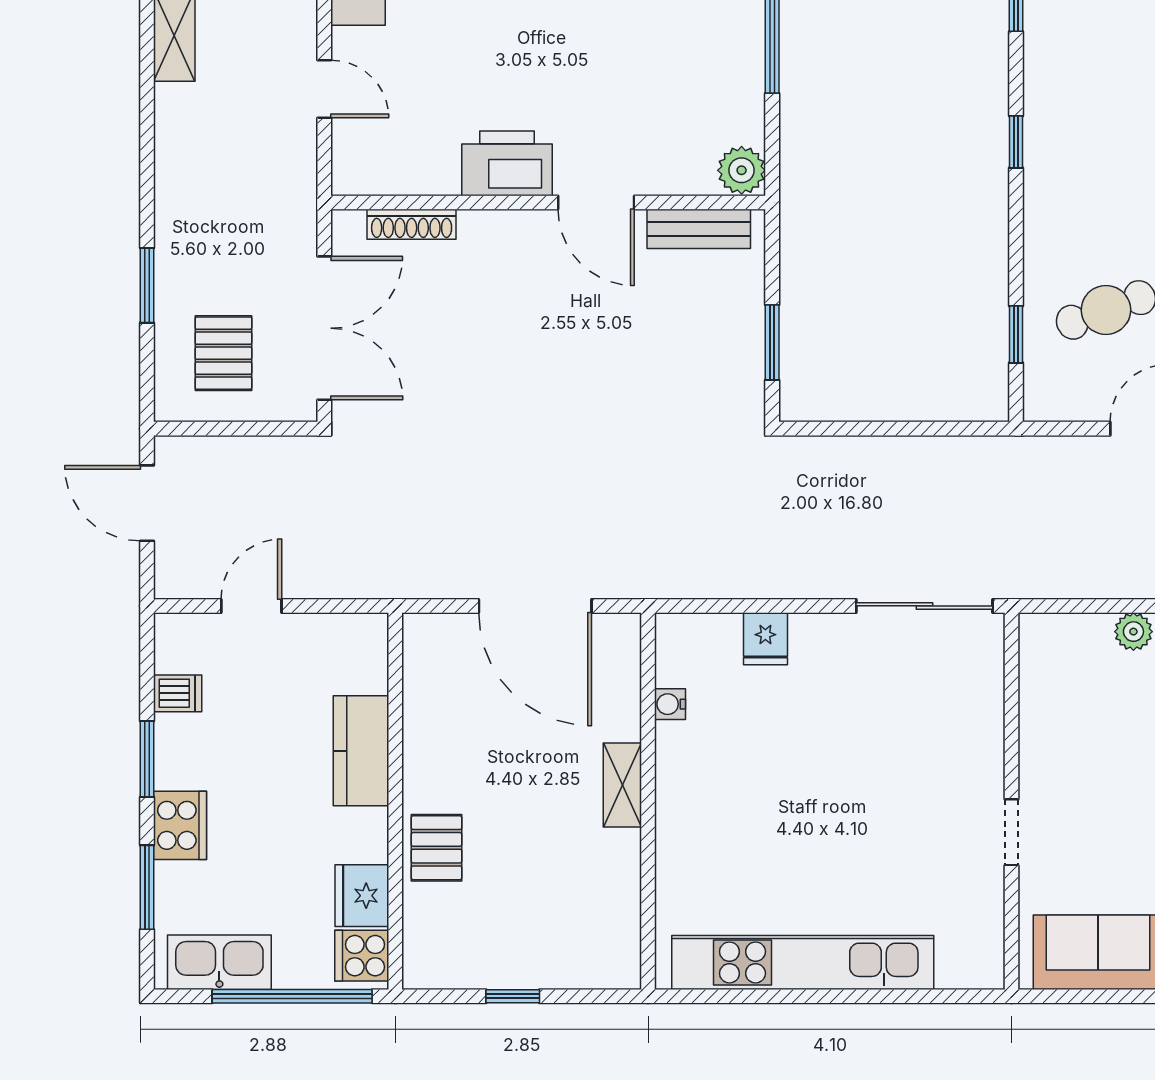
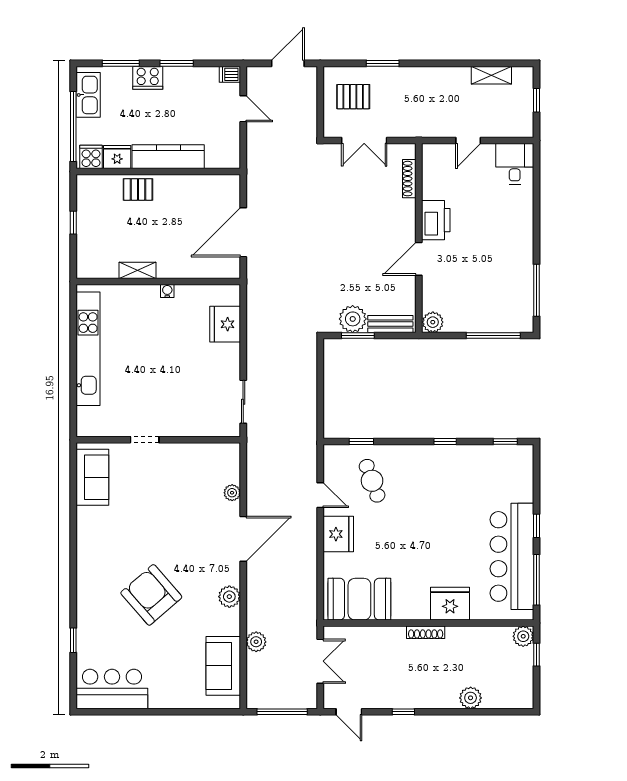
bench: (699, 229) -> (390, 324), moved, turned 90
double door: (324, 328) -> (364, 141), width x0.73
plant: (734, 354) -> (353, 319), added
sliding door: (924, 606) -> (243, 402), width x0.73
fridge: (765, 639) -> (225, 324), width x1.88, depth x1.34
dishwasher: (178, 693) -> (230, 74), moved, turned 90
water cooler: (670, 704) -> (167, 291), moved
kitchen counter: (361, 751) -> (168, 157), width x1.50
shelving: (622, 785) -> (137, 270), moved

